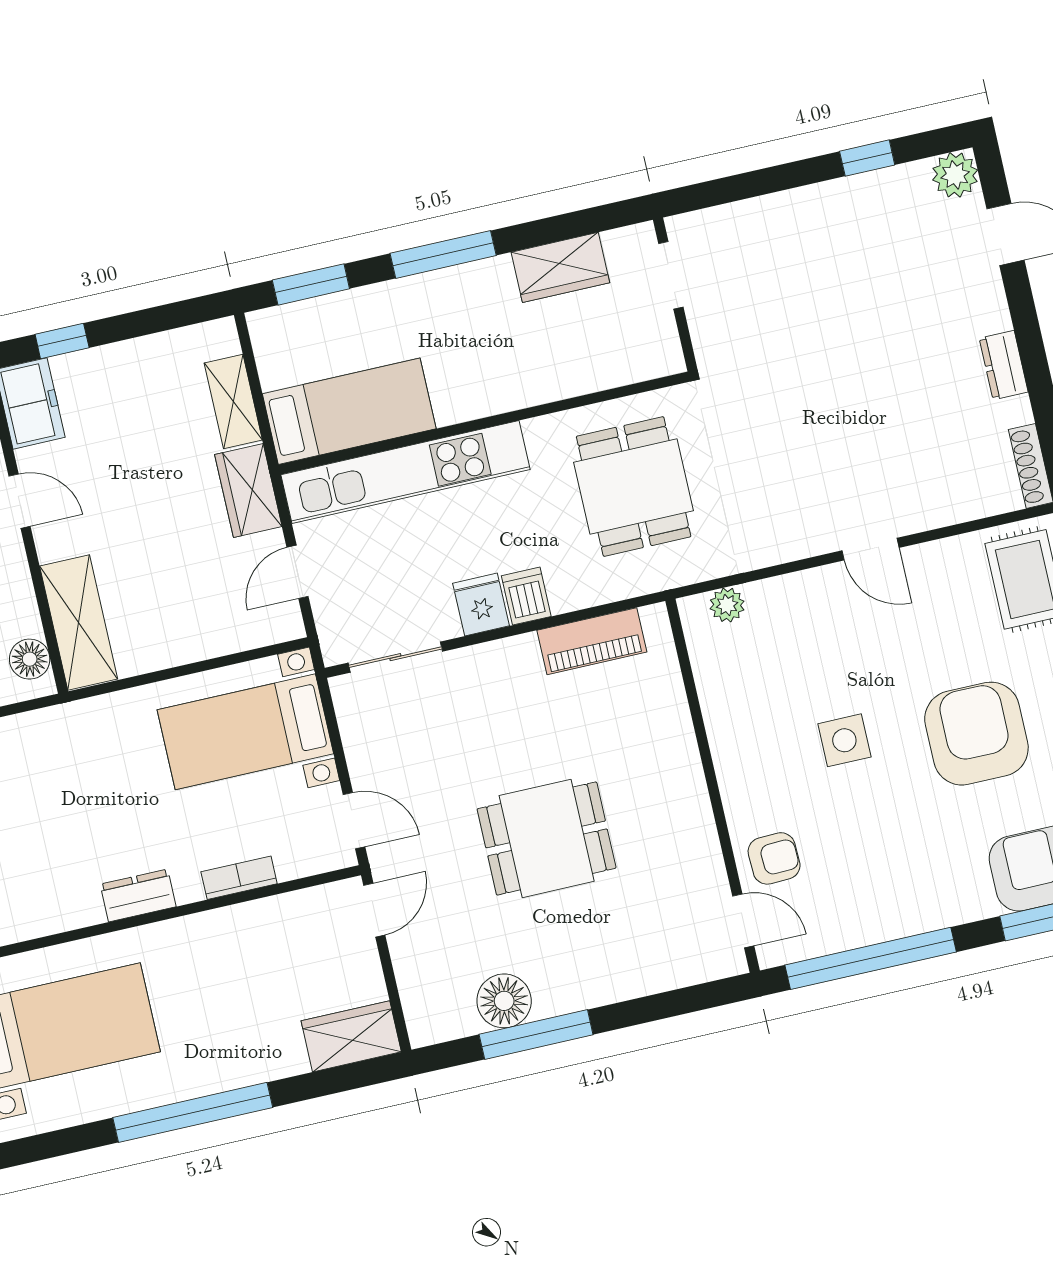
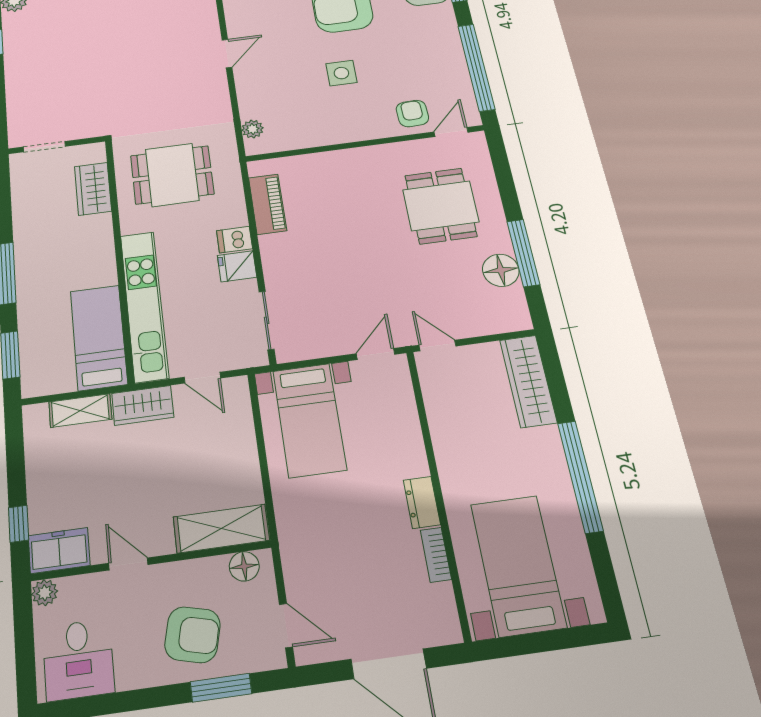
wardrobe: (560, 267) -> (93, 189), moved, turned 180
door: (20, 501) -> (128, 564), hinge flipped
dining table: (547, 838) -> (441, 206), moved
bookcase: (239, 878) -> (436, 555), moved
wardrobe: (351, 1036) -> (528, 381), width x1.50

